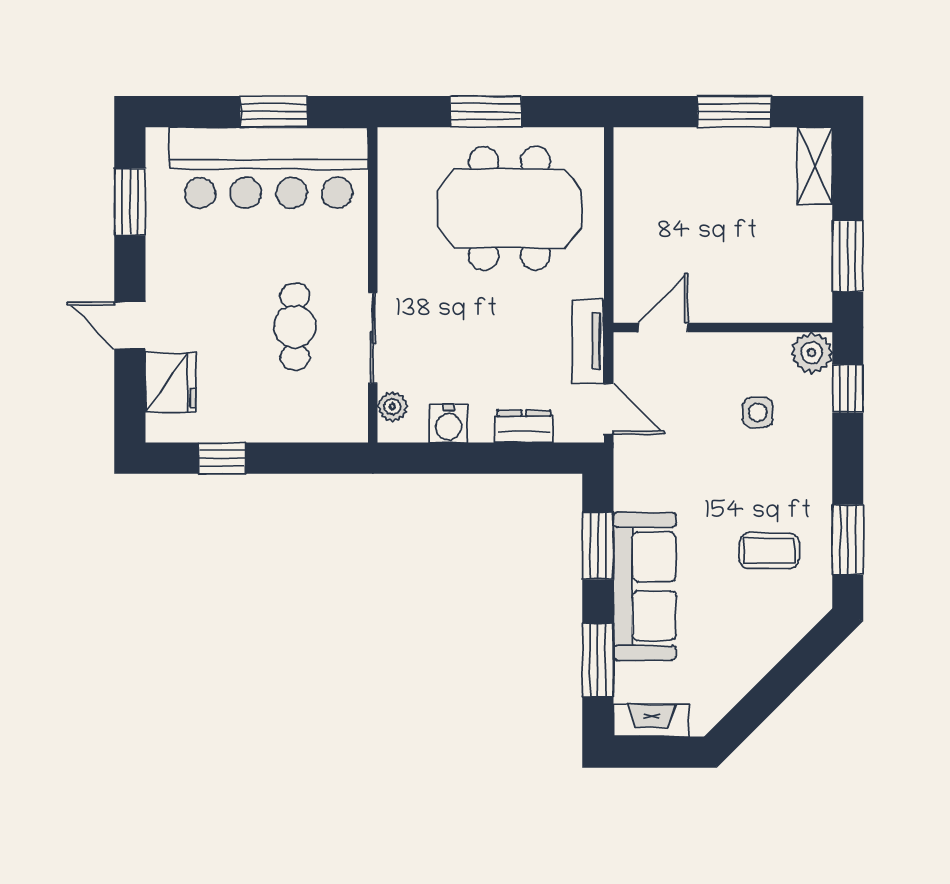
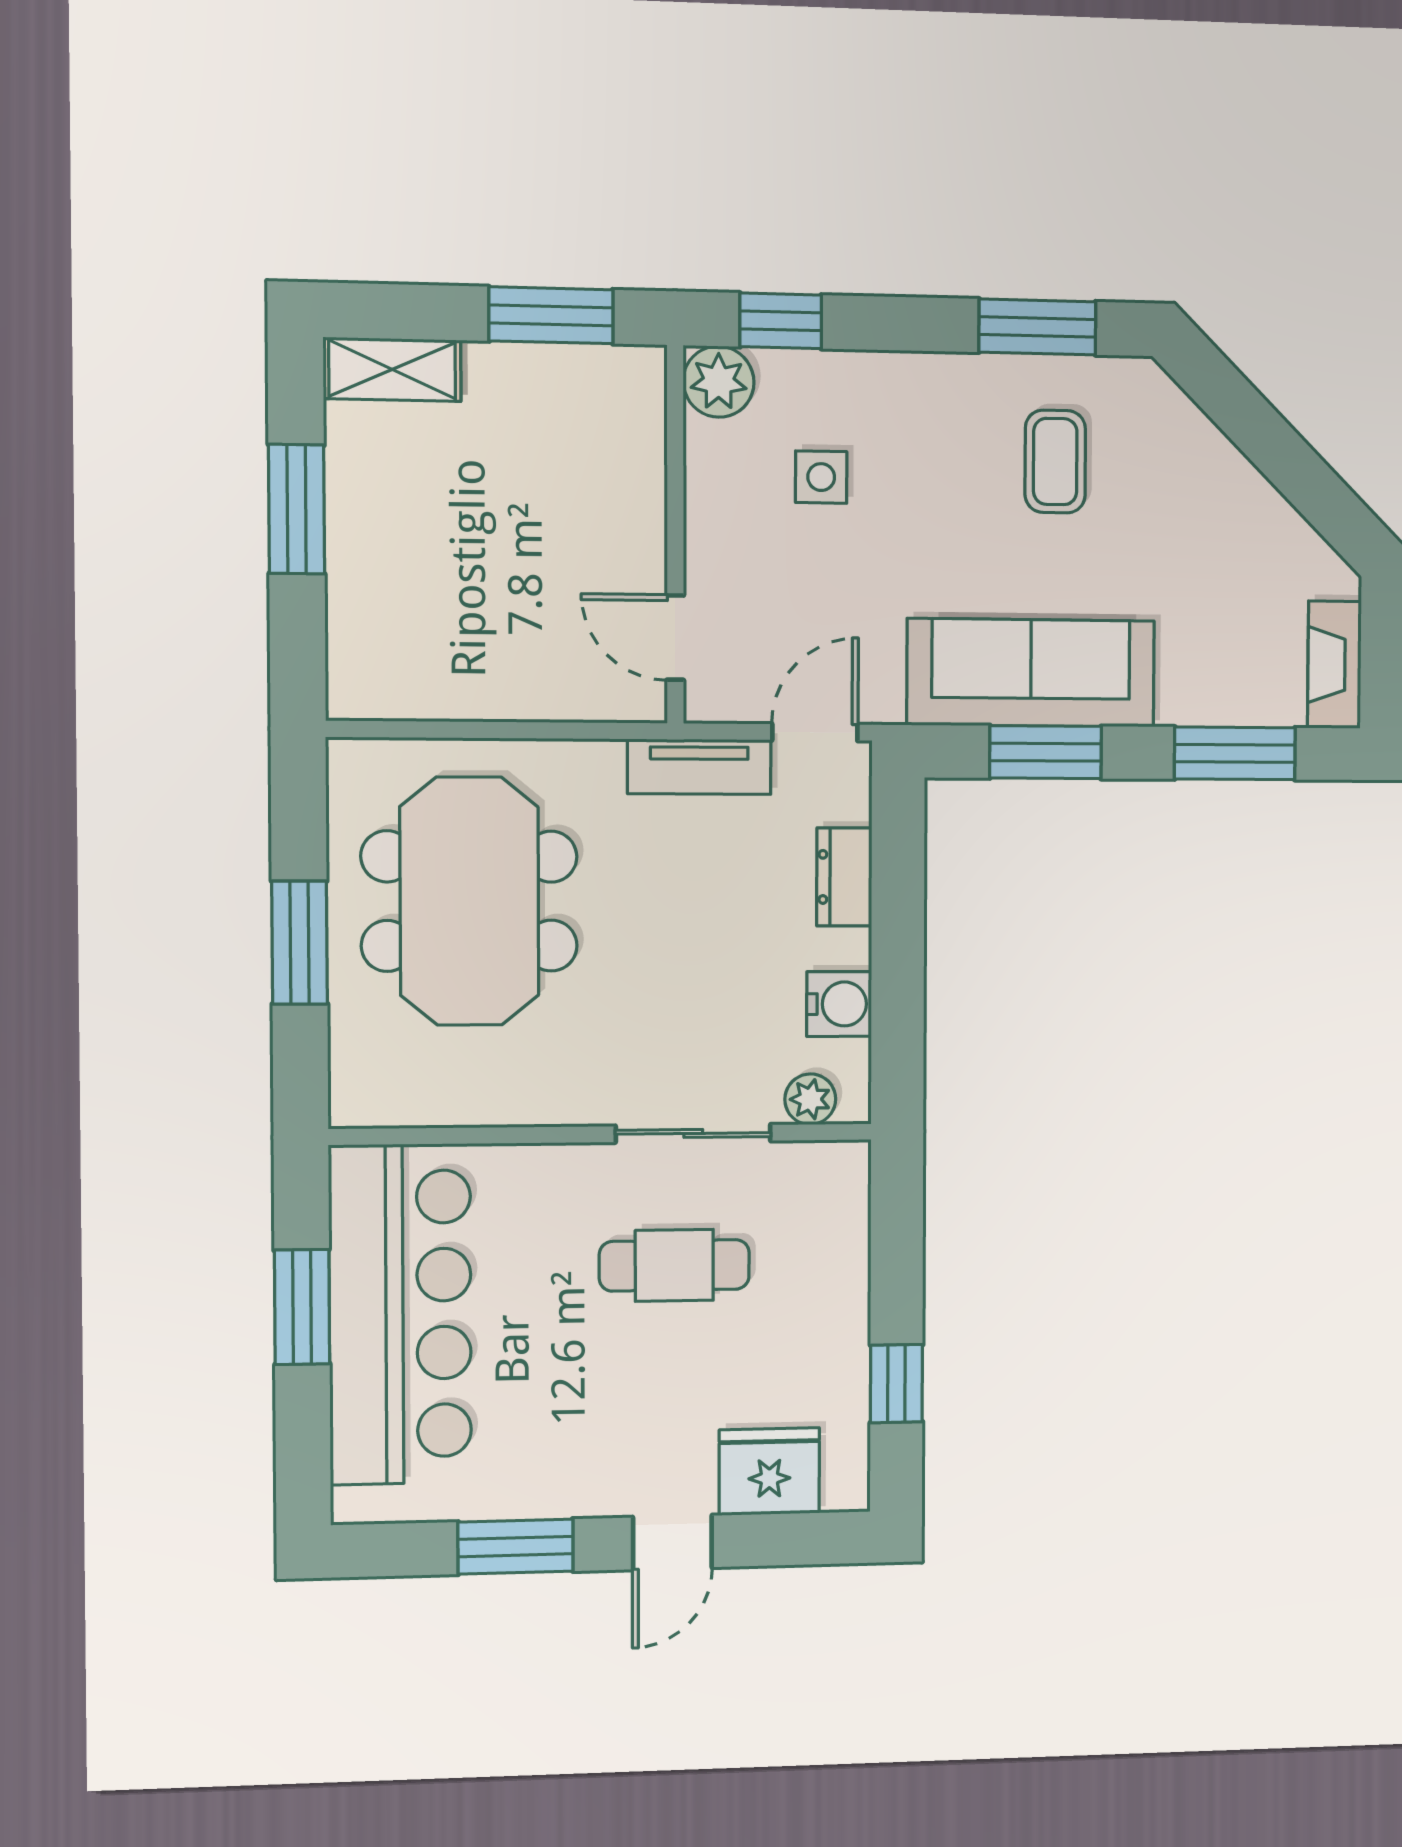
window: (130, 202) -> (516, 1547), moved
sofa: (645, 586) -> (1031, 673), moved

